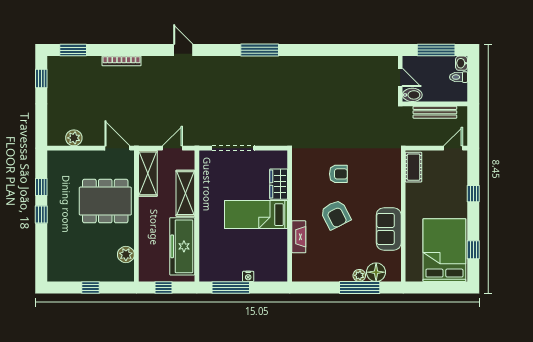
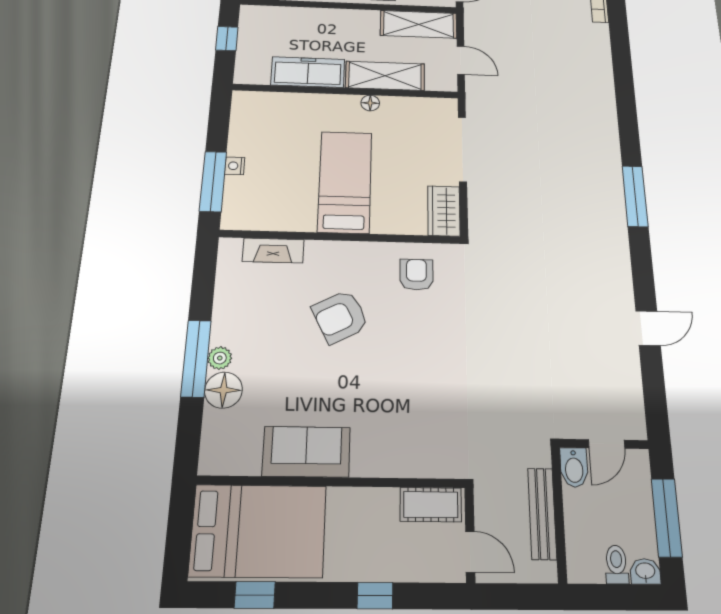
door: (183, 50) -> (648, 328), moved
cot: (414, 167) -> (431, 505), moved
armchair: (338, 174) -> (416, 275), moved, turned 180
wardrobe: (279, 184) -> (444, 211), moved, turned -90
floor lamp: (204, 202) -> (370, 103), added
wall: (403, 216) -> (332, 482), moved
sofa: (389, 229) -> (306, 452), moved
fireplace: (299, 237) -> (273, 251), moved
freezer: (182, 246) -> (308, 72), width x0.73, depth x0.79
window: (231, 287) -> (213, 181), moved

